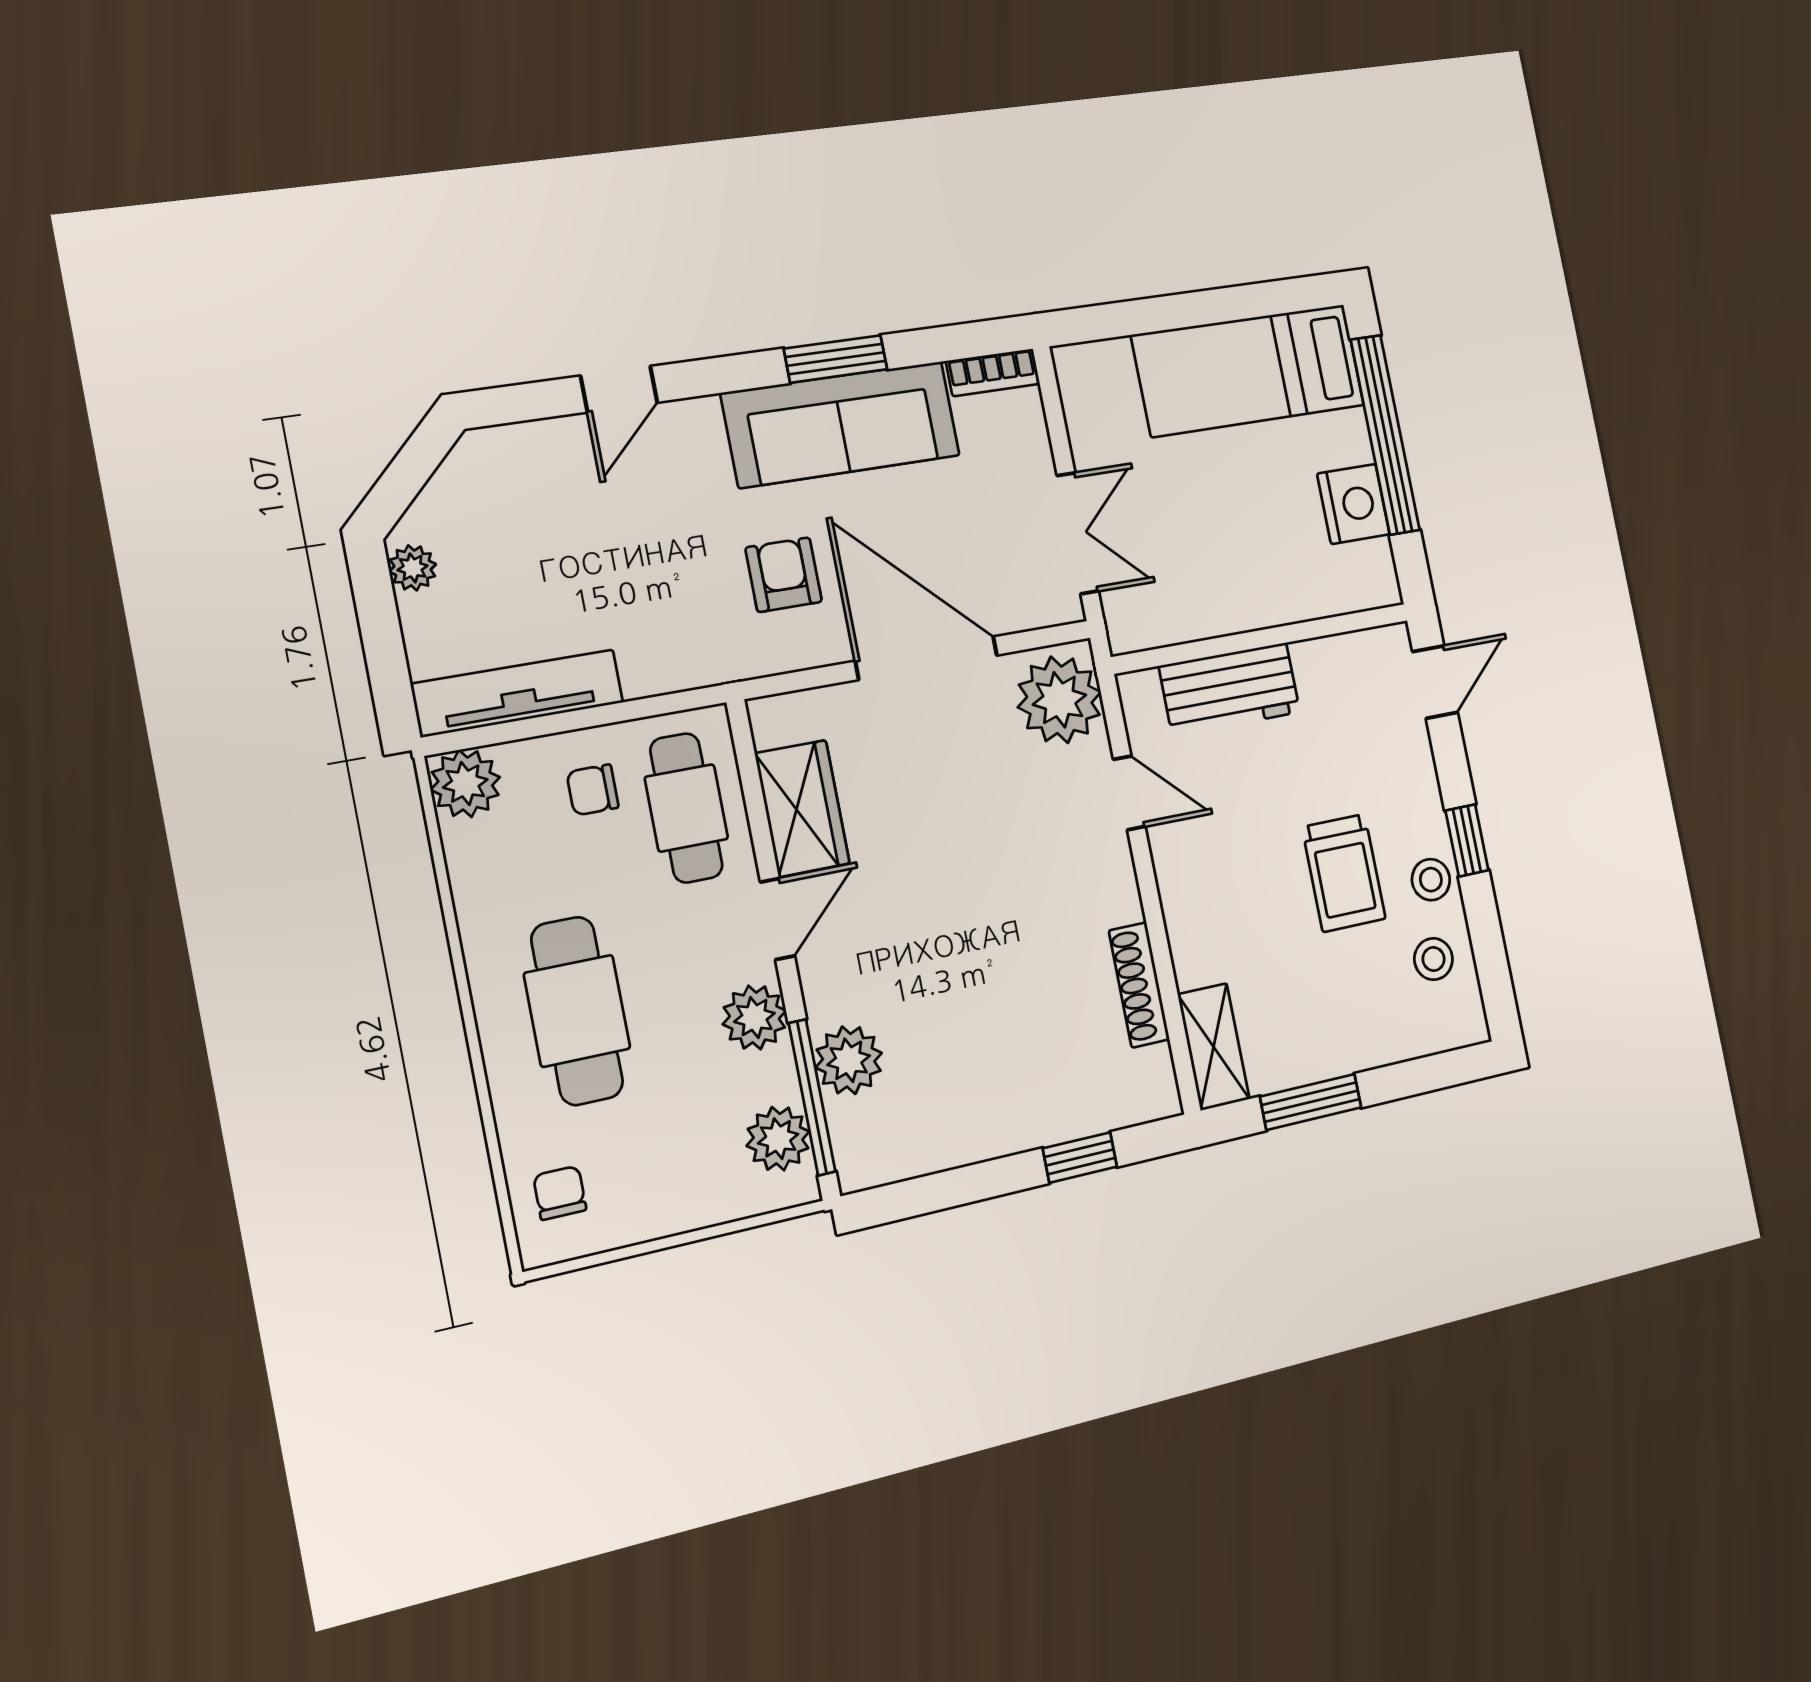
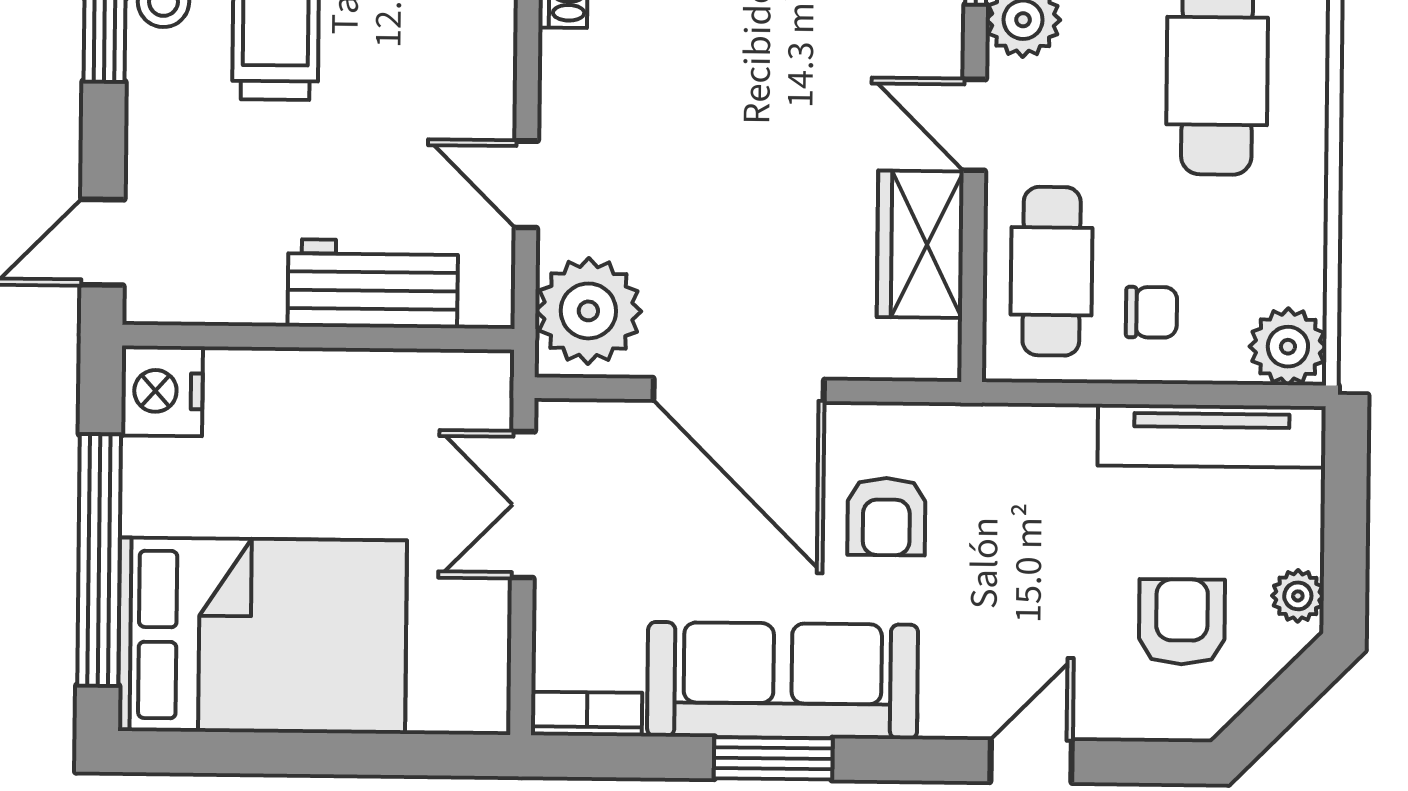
bed: (1249, 370) -> (262, 636), width x1.50
nightstand: (1353, 504) -> (162, 391), moved
armchair: (512, 528) -> (1182, 622), added
door: (777, 919) -> (974, 125), hinge flipped

